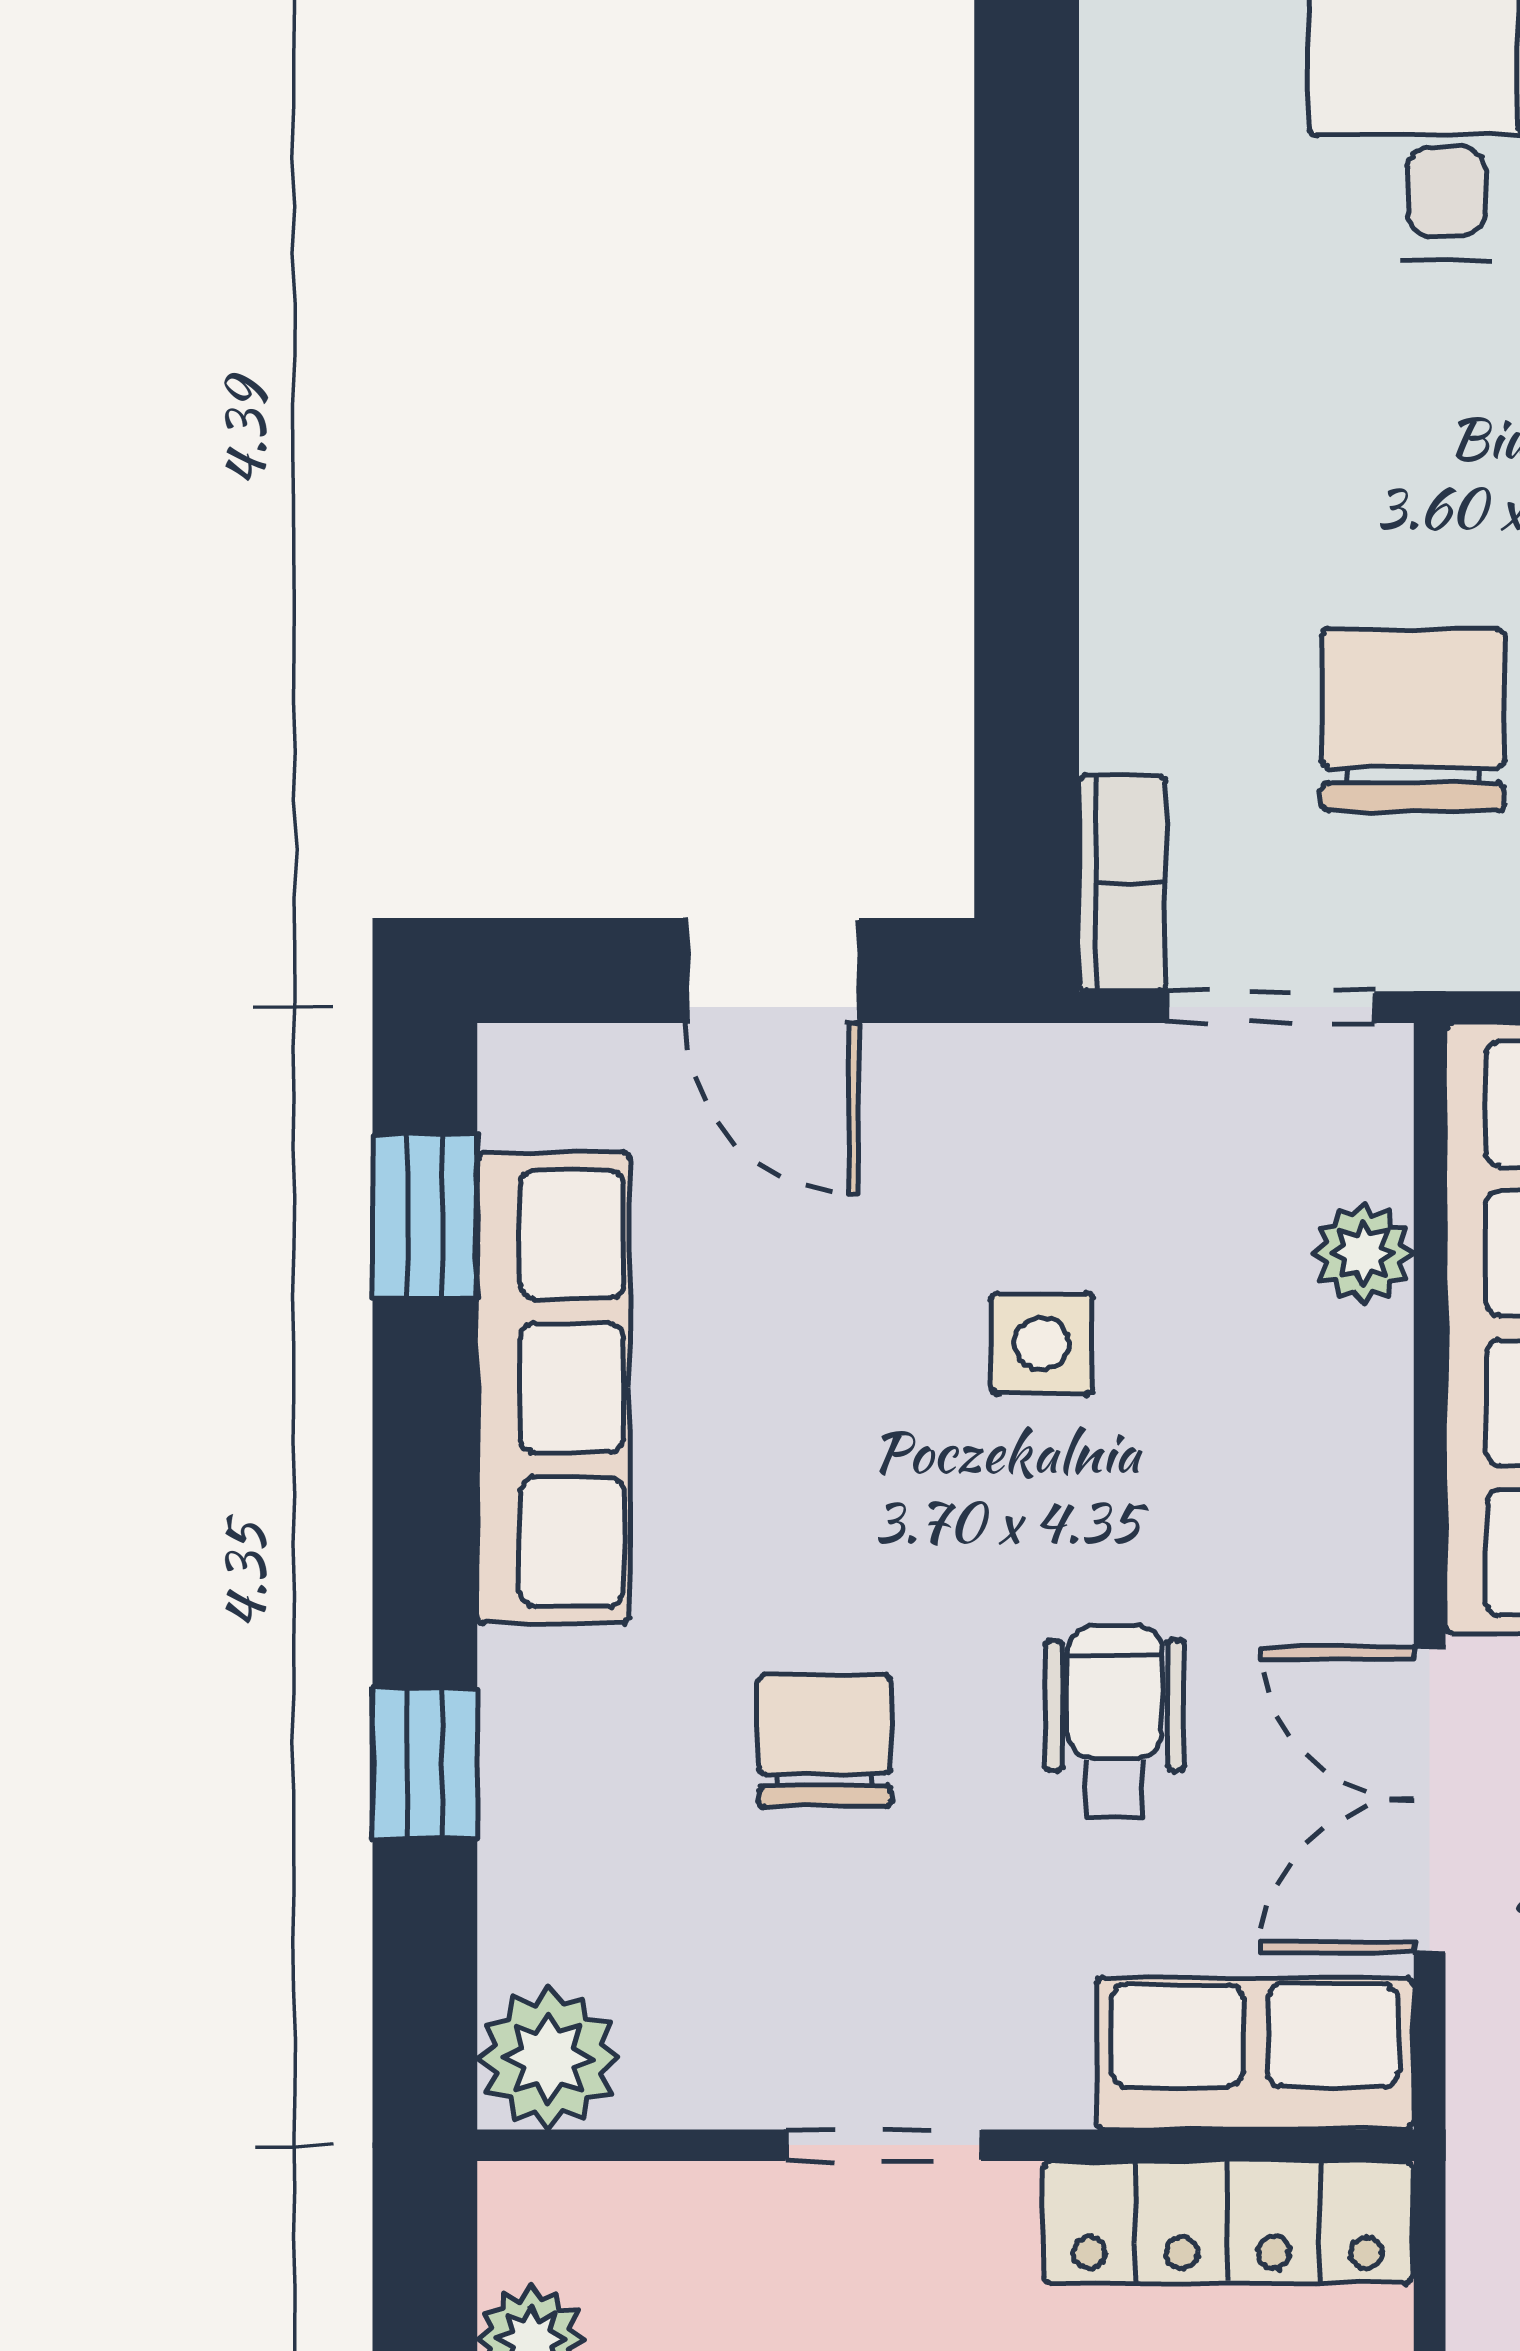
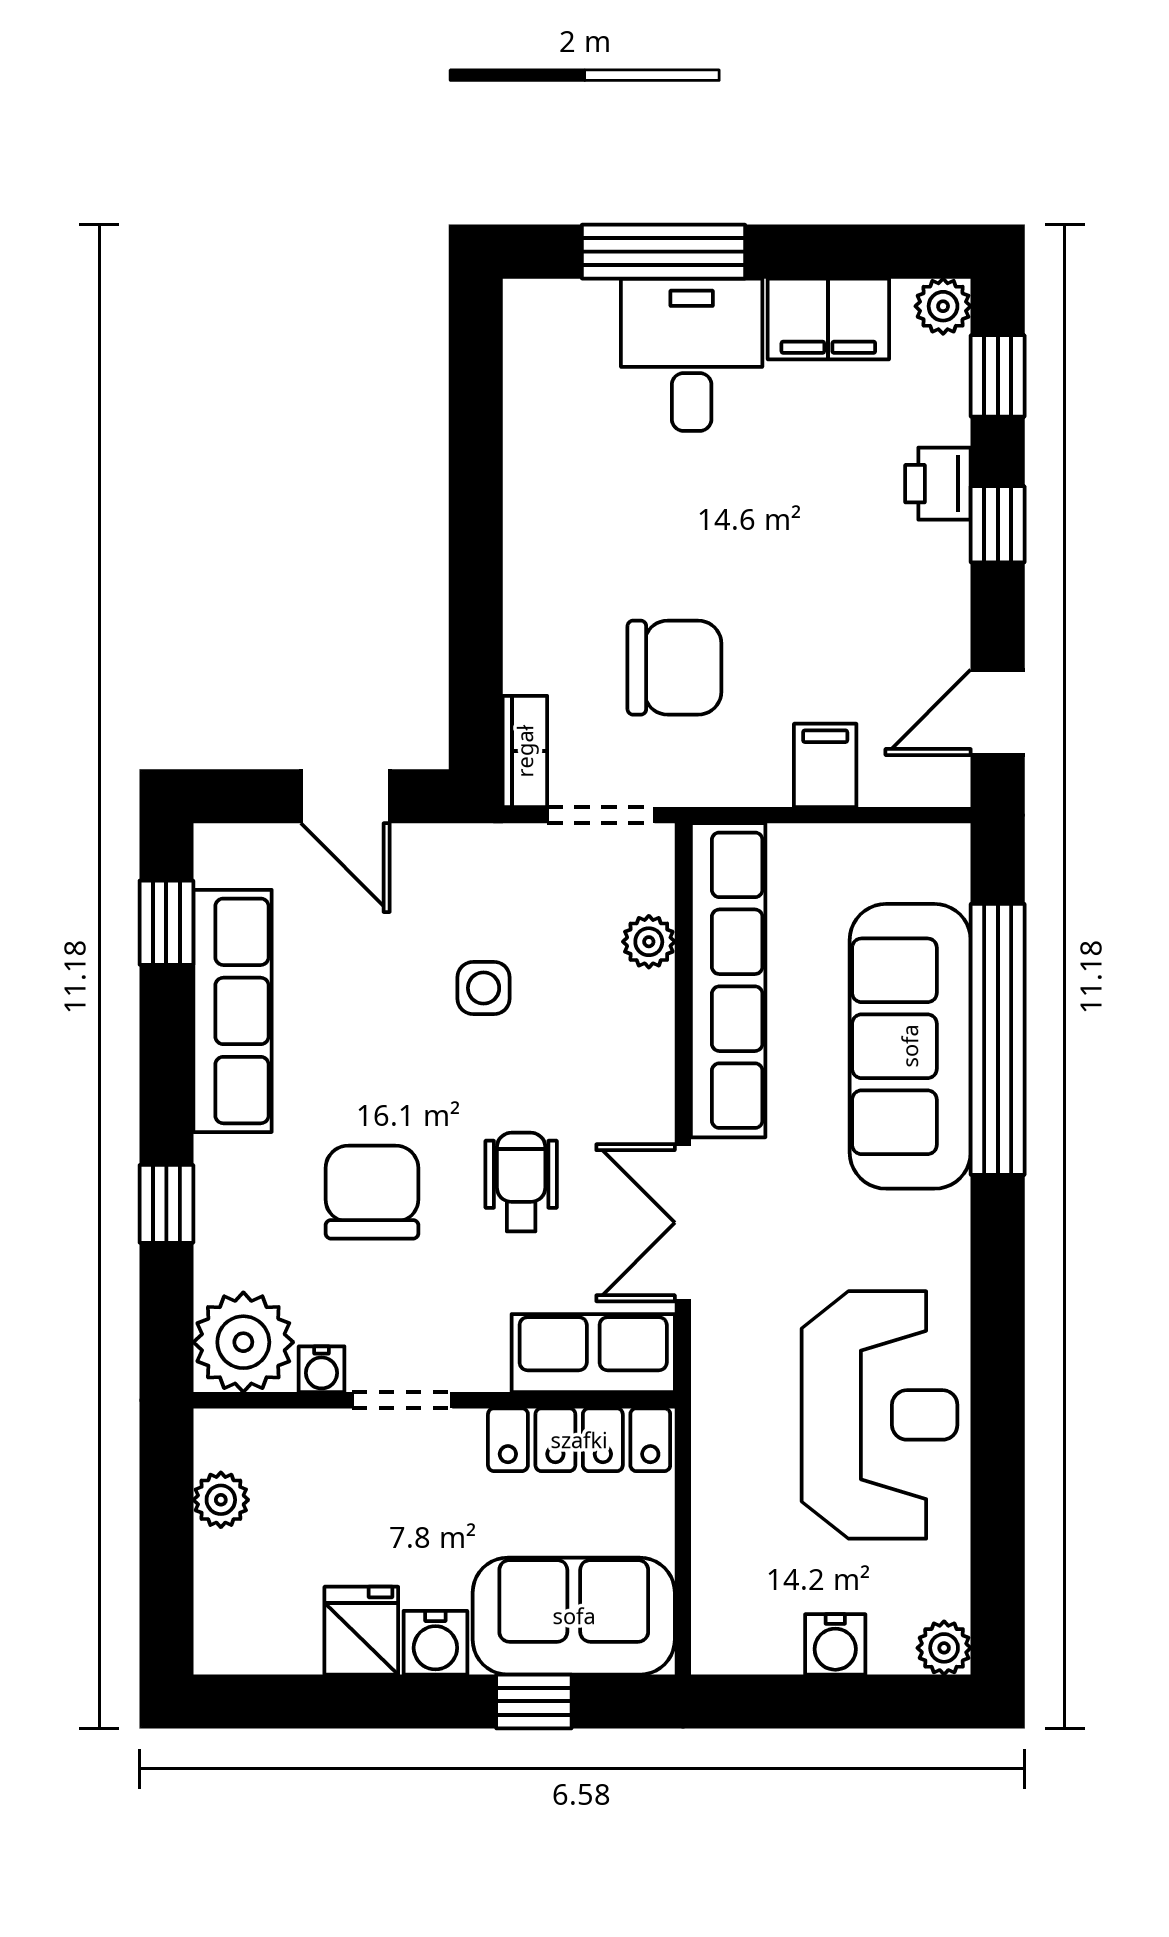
chair: (1413, 720) -> (674, 668), turned 90
chair: (825, 1740) -> (372, 1192), width x1.37, depth x1.37
plant: (548, 2058) -> (243, 1342), width x1.36, depth x1.36
water cooler: (727, 2085) -> (322, 1369), added

